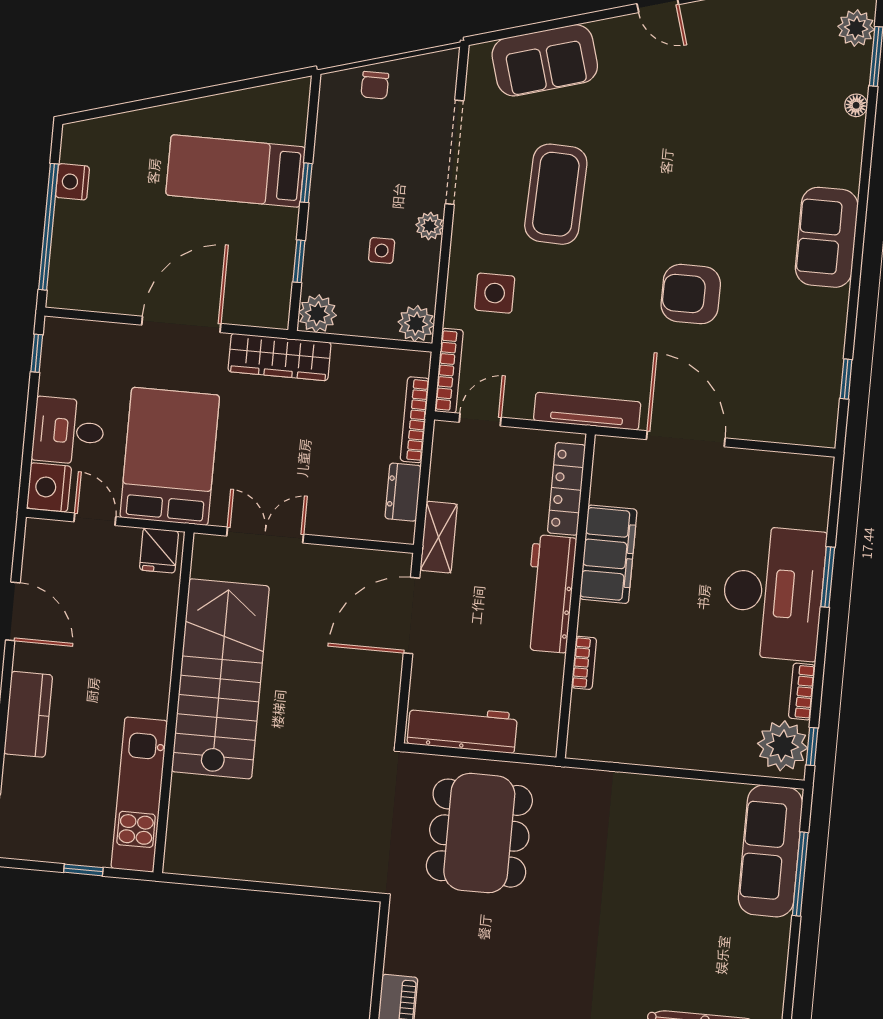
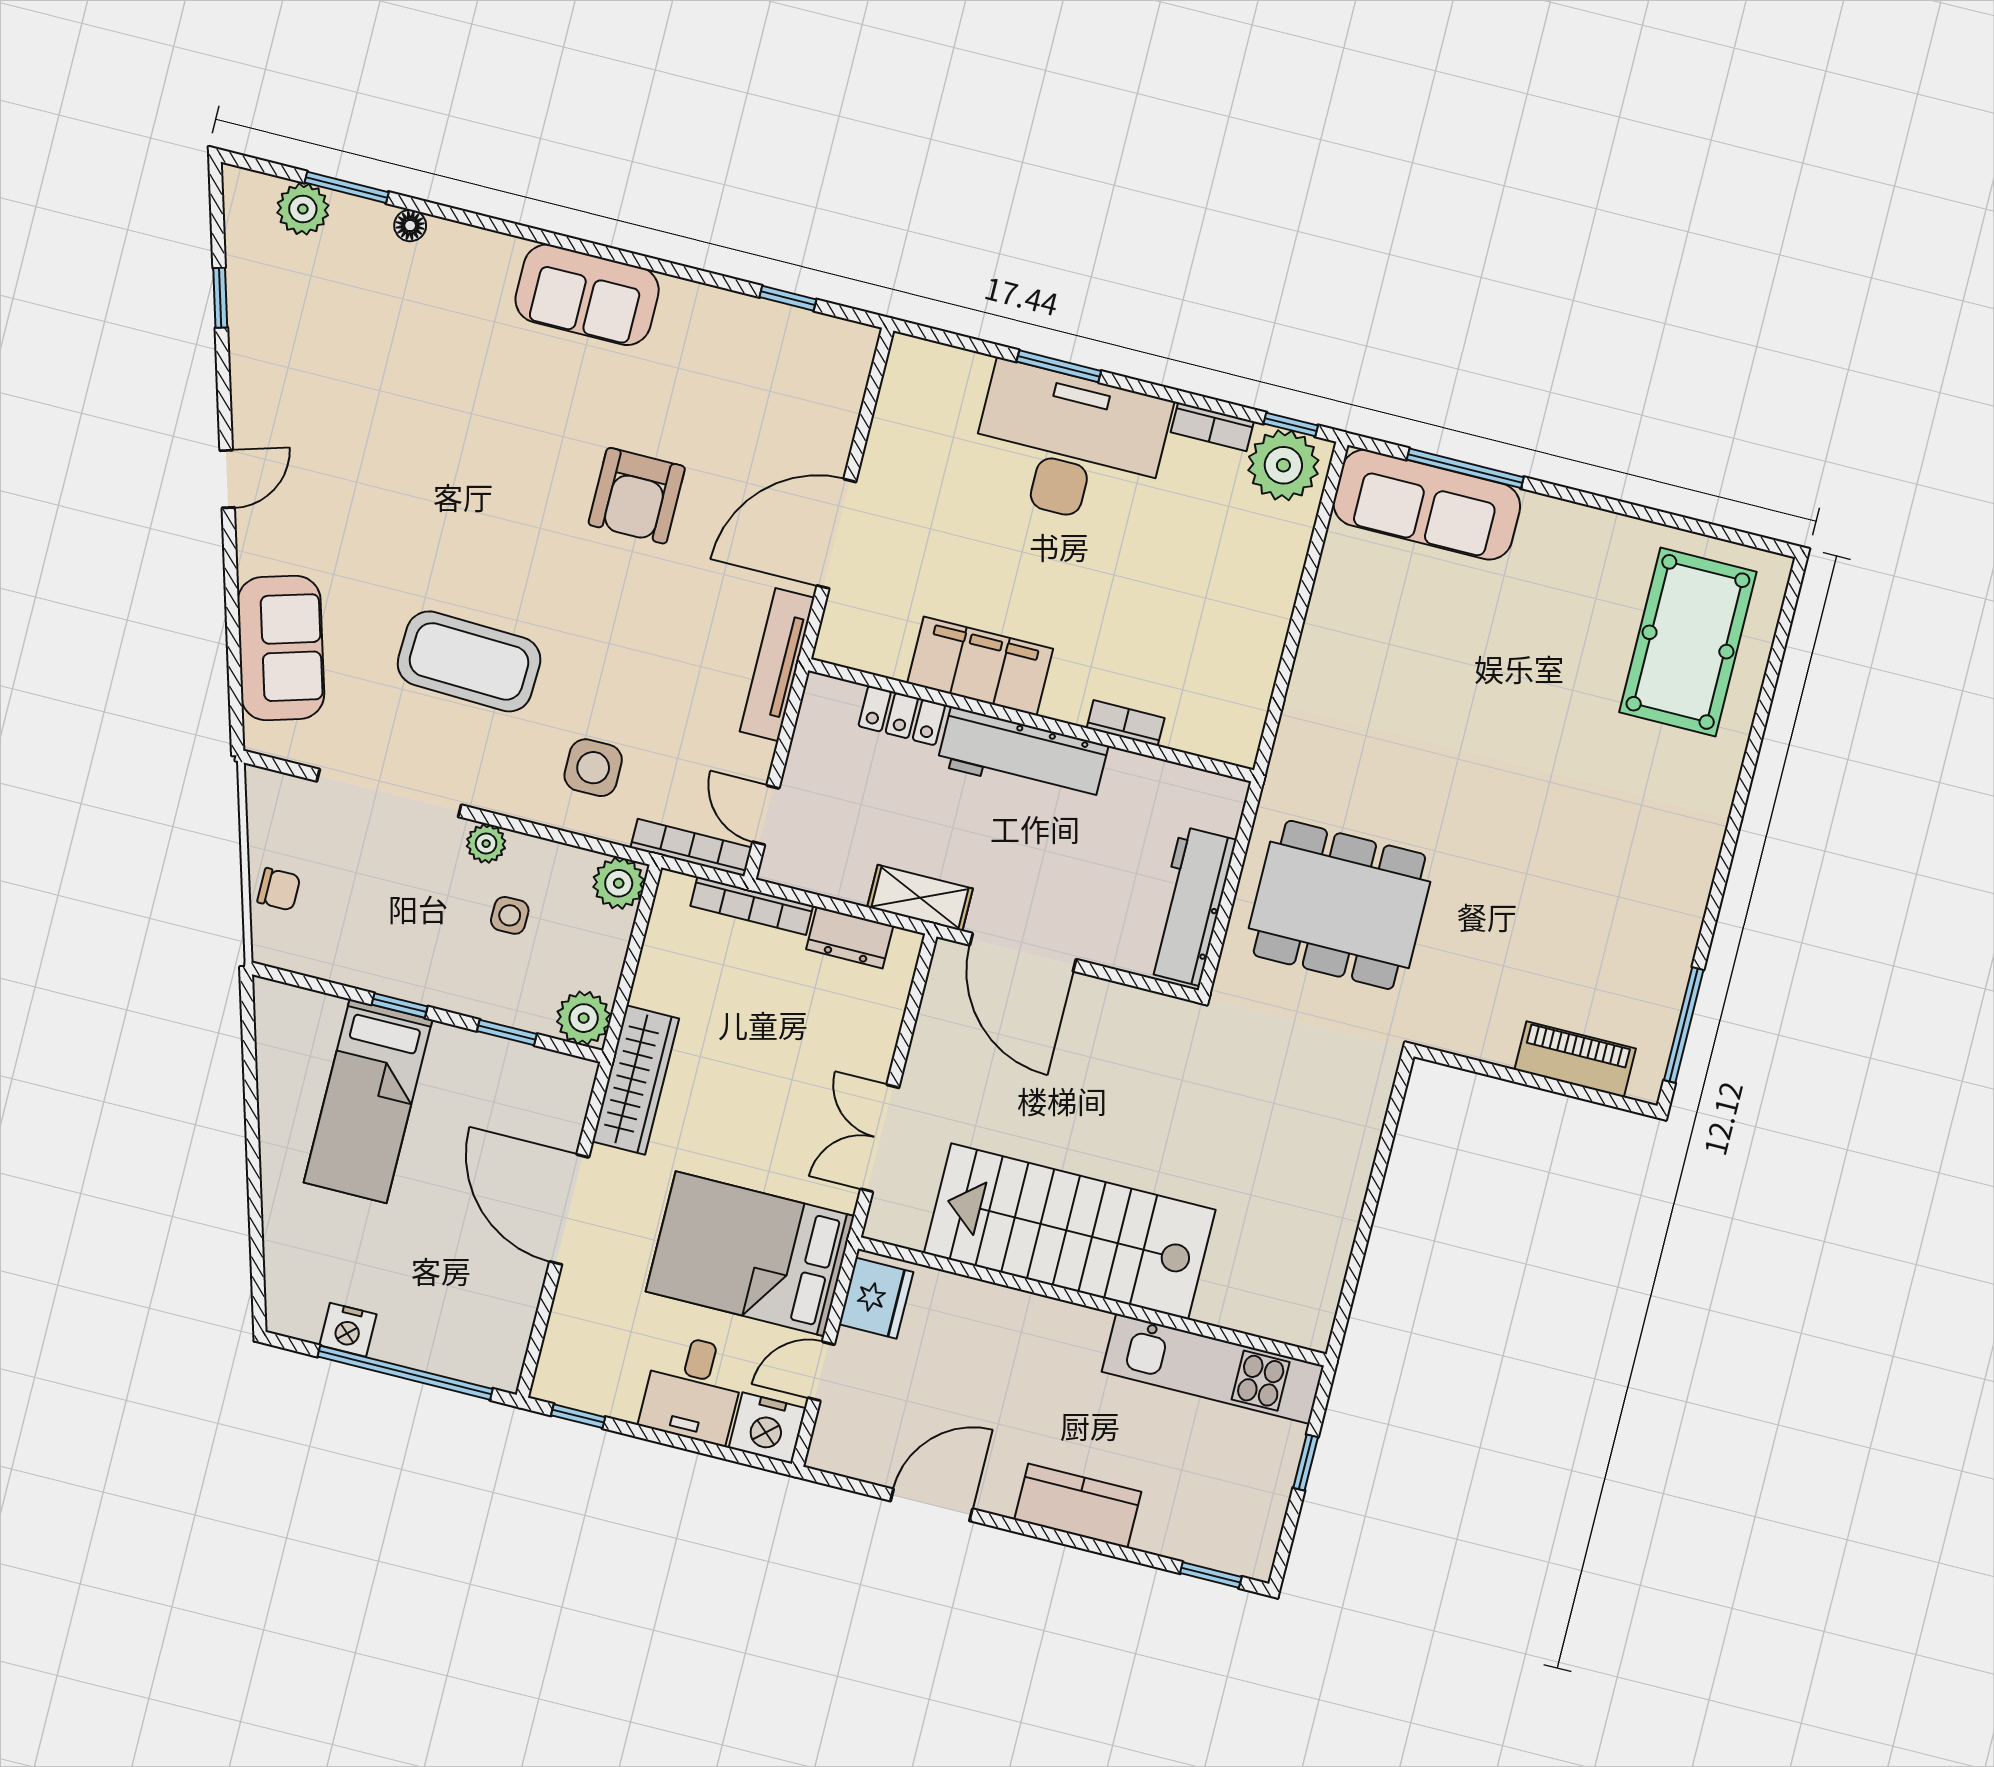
locker: (566, 489) -> (902, 715), width x0.66
fridge: (159, 551) -> (876, 1298), width x1.38

